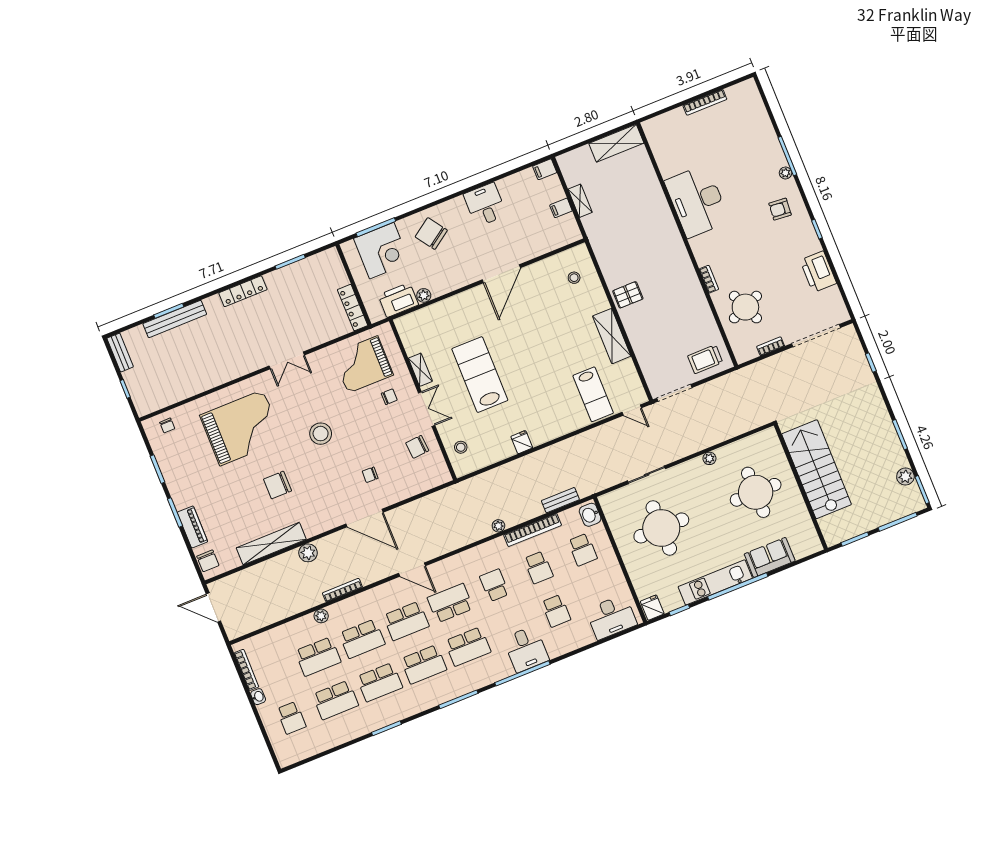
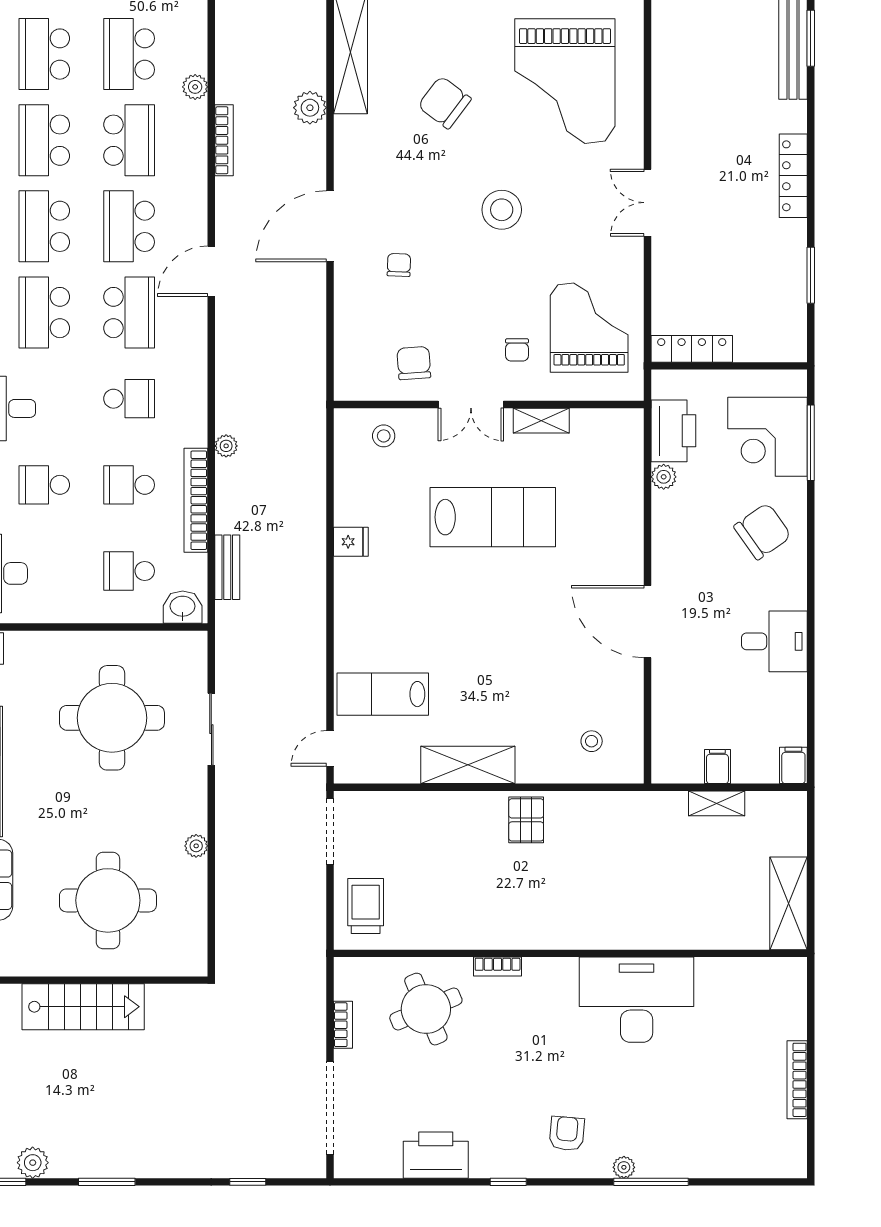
stairs: (817, 469) -> (83, 1007), width x0.73, depth x0.66
chair: (277, 485) -> (445, 102), turned -53
school desk: (362, 639) -> (129, 140), turned 180

